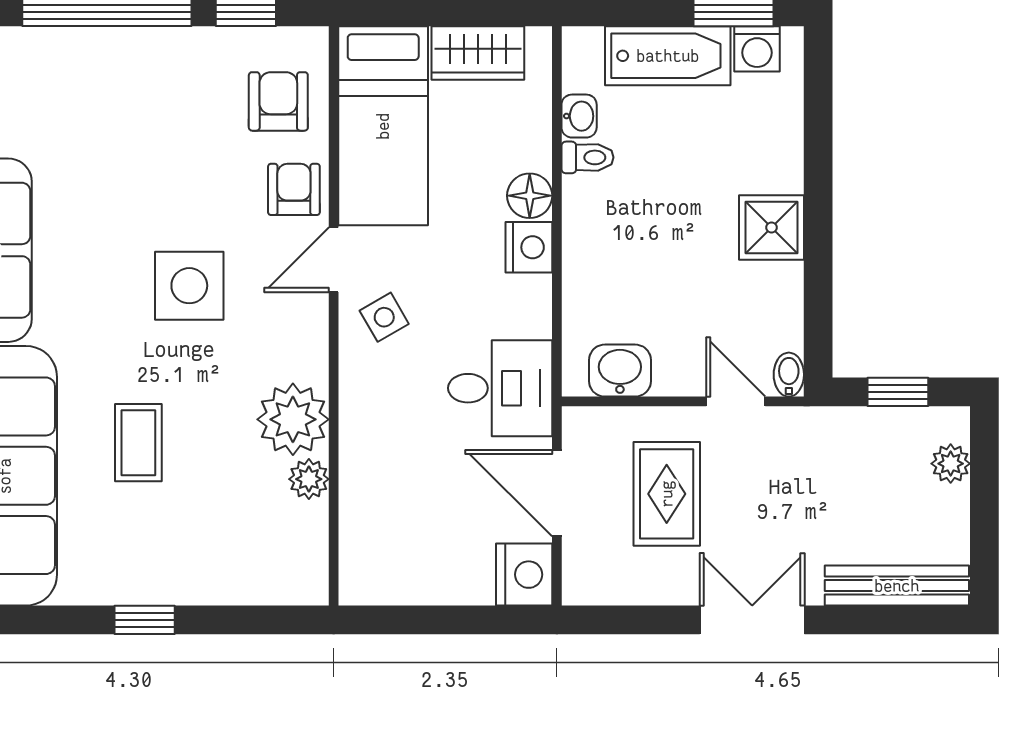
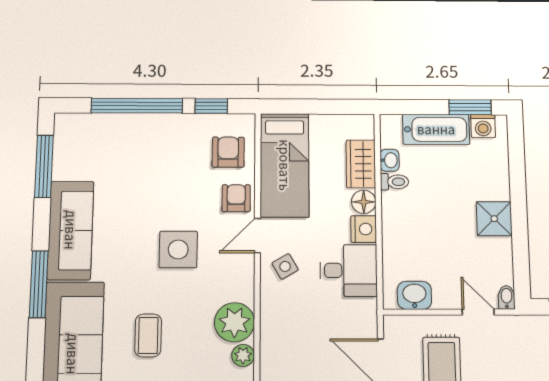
wardrobe: (478, 53) -> (361, 164), moved, turned 90
desk: (500, 388) -> (349, 270), moved

